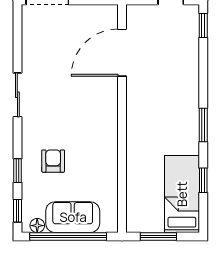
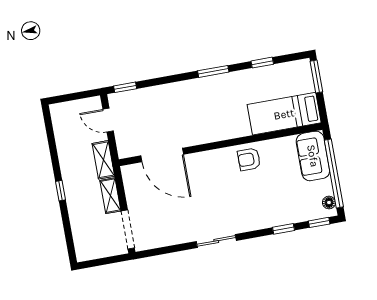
armchair: (53, 161) -> (249, 159), moved
bed: (182, 194) -> (284, 114), moved
sofa: (73, 217) -> (313, 156), moved
window: (158, 237) -> (316, 77), moved

